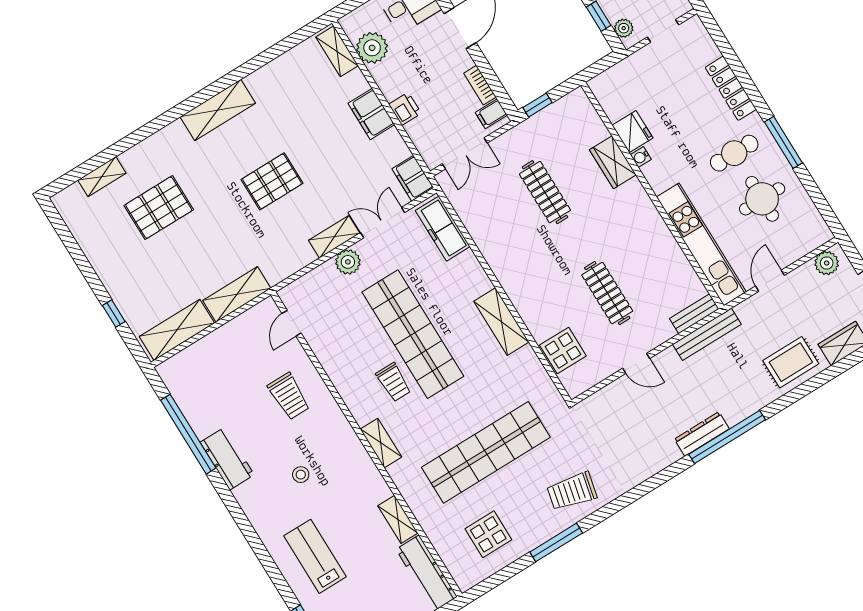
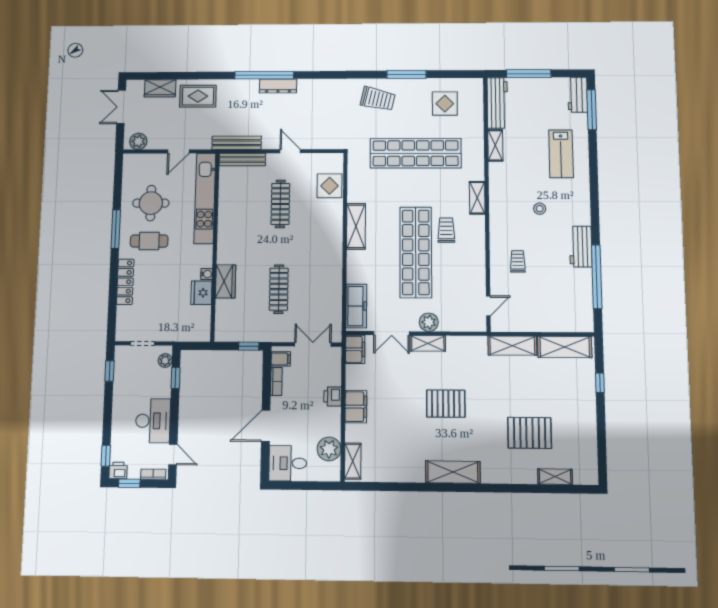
bench: (694, 314) -> (242, 159), width x1.36
trolley: (289, 396) -> (518, 261), width x0.73, depth x0.72

